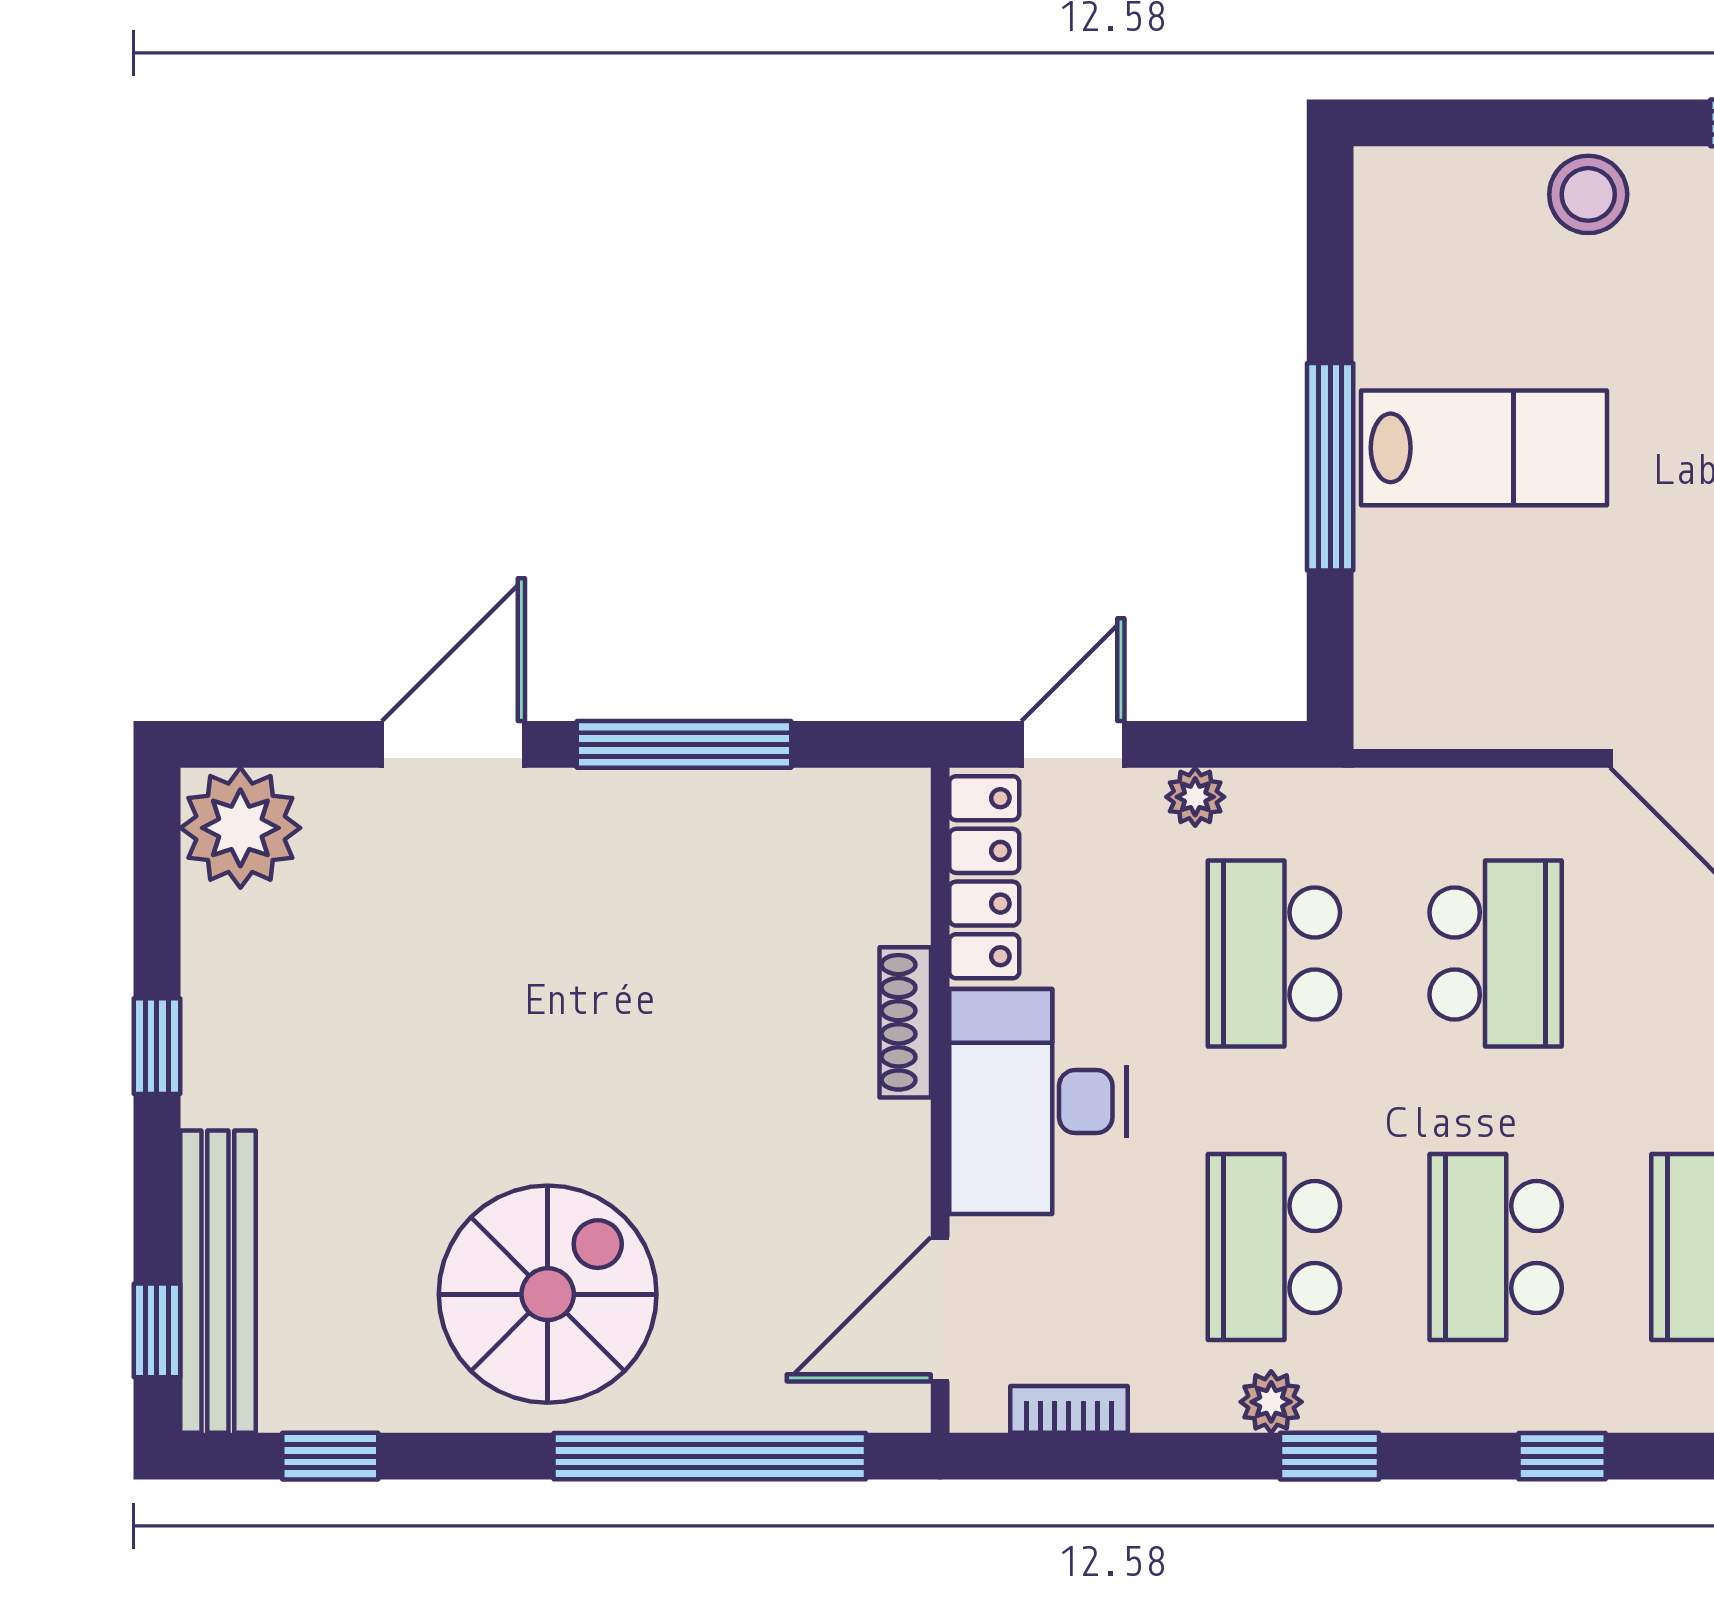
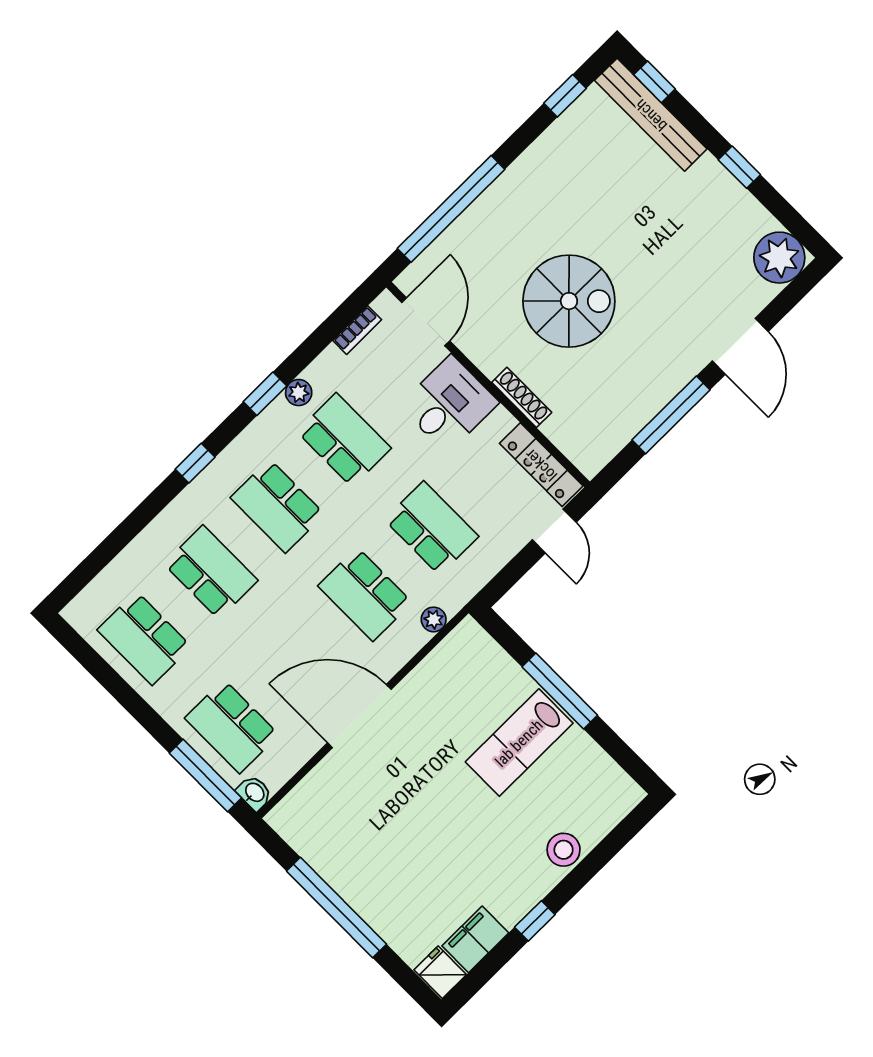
plant: (1195, 797) -> (434, 619), moved
desk: (1038, 1102) -> (449, 404), width x0.73
school desk: (1496, 1247) -> (277, 506), turned 180
spiral stairs: (548, 1294) -> (569, 301), moved, turned -90

